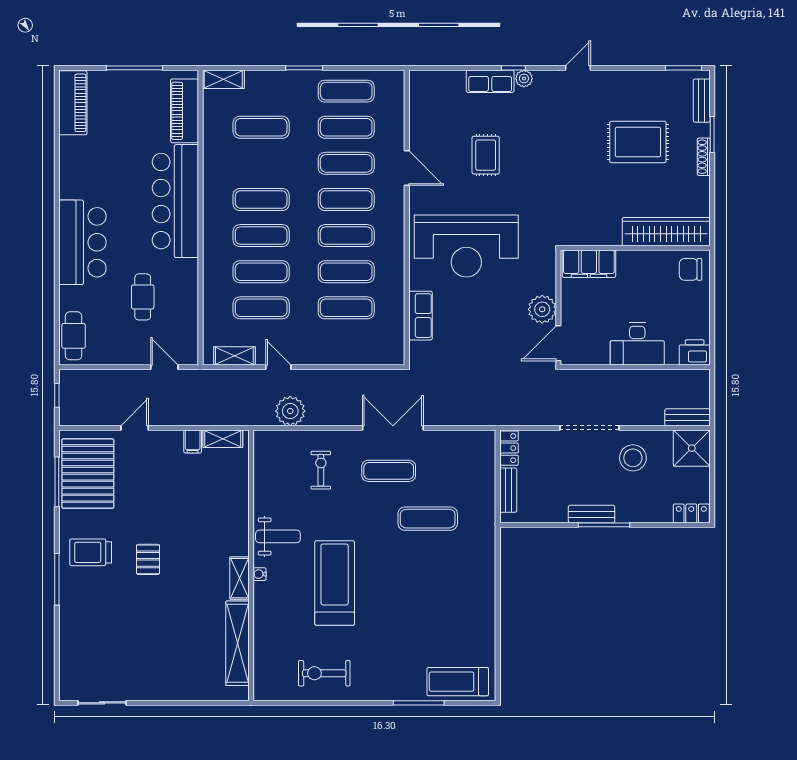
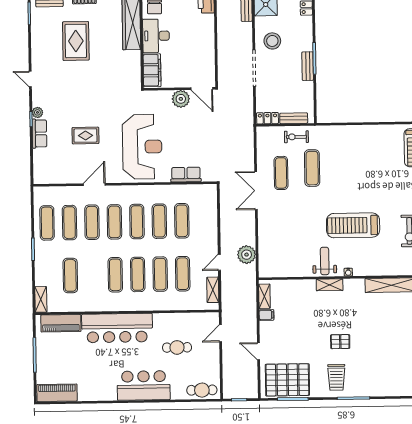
desk: (637, 344) -> (156, 36), moved, turned 180
exercise bike: (321, 470) -> (296, 137), moved
exercise mat: (389, 471) -> (281, 173), moved
shelving: (239, 578) -> (330, 285), moved

